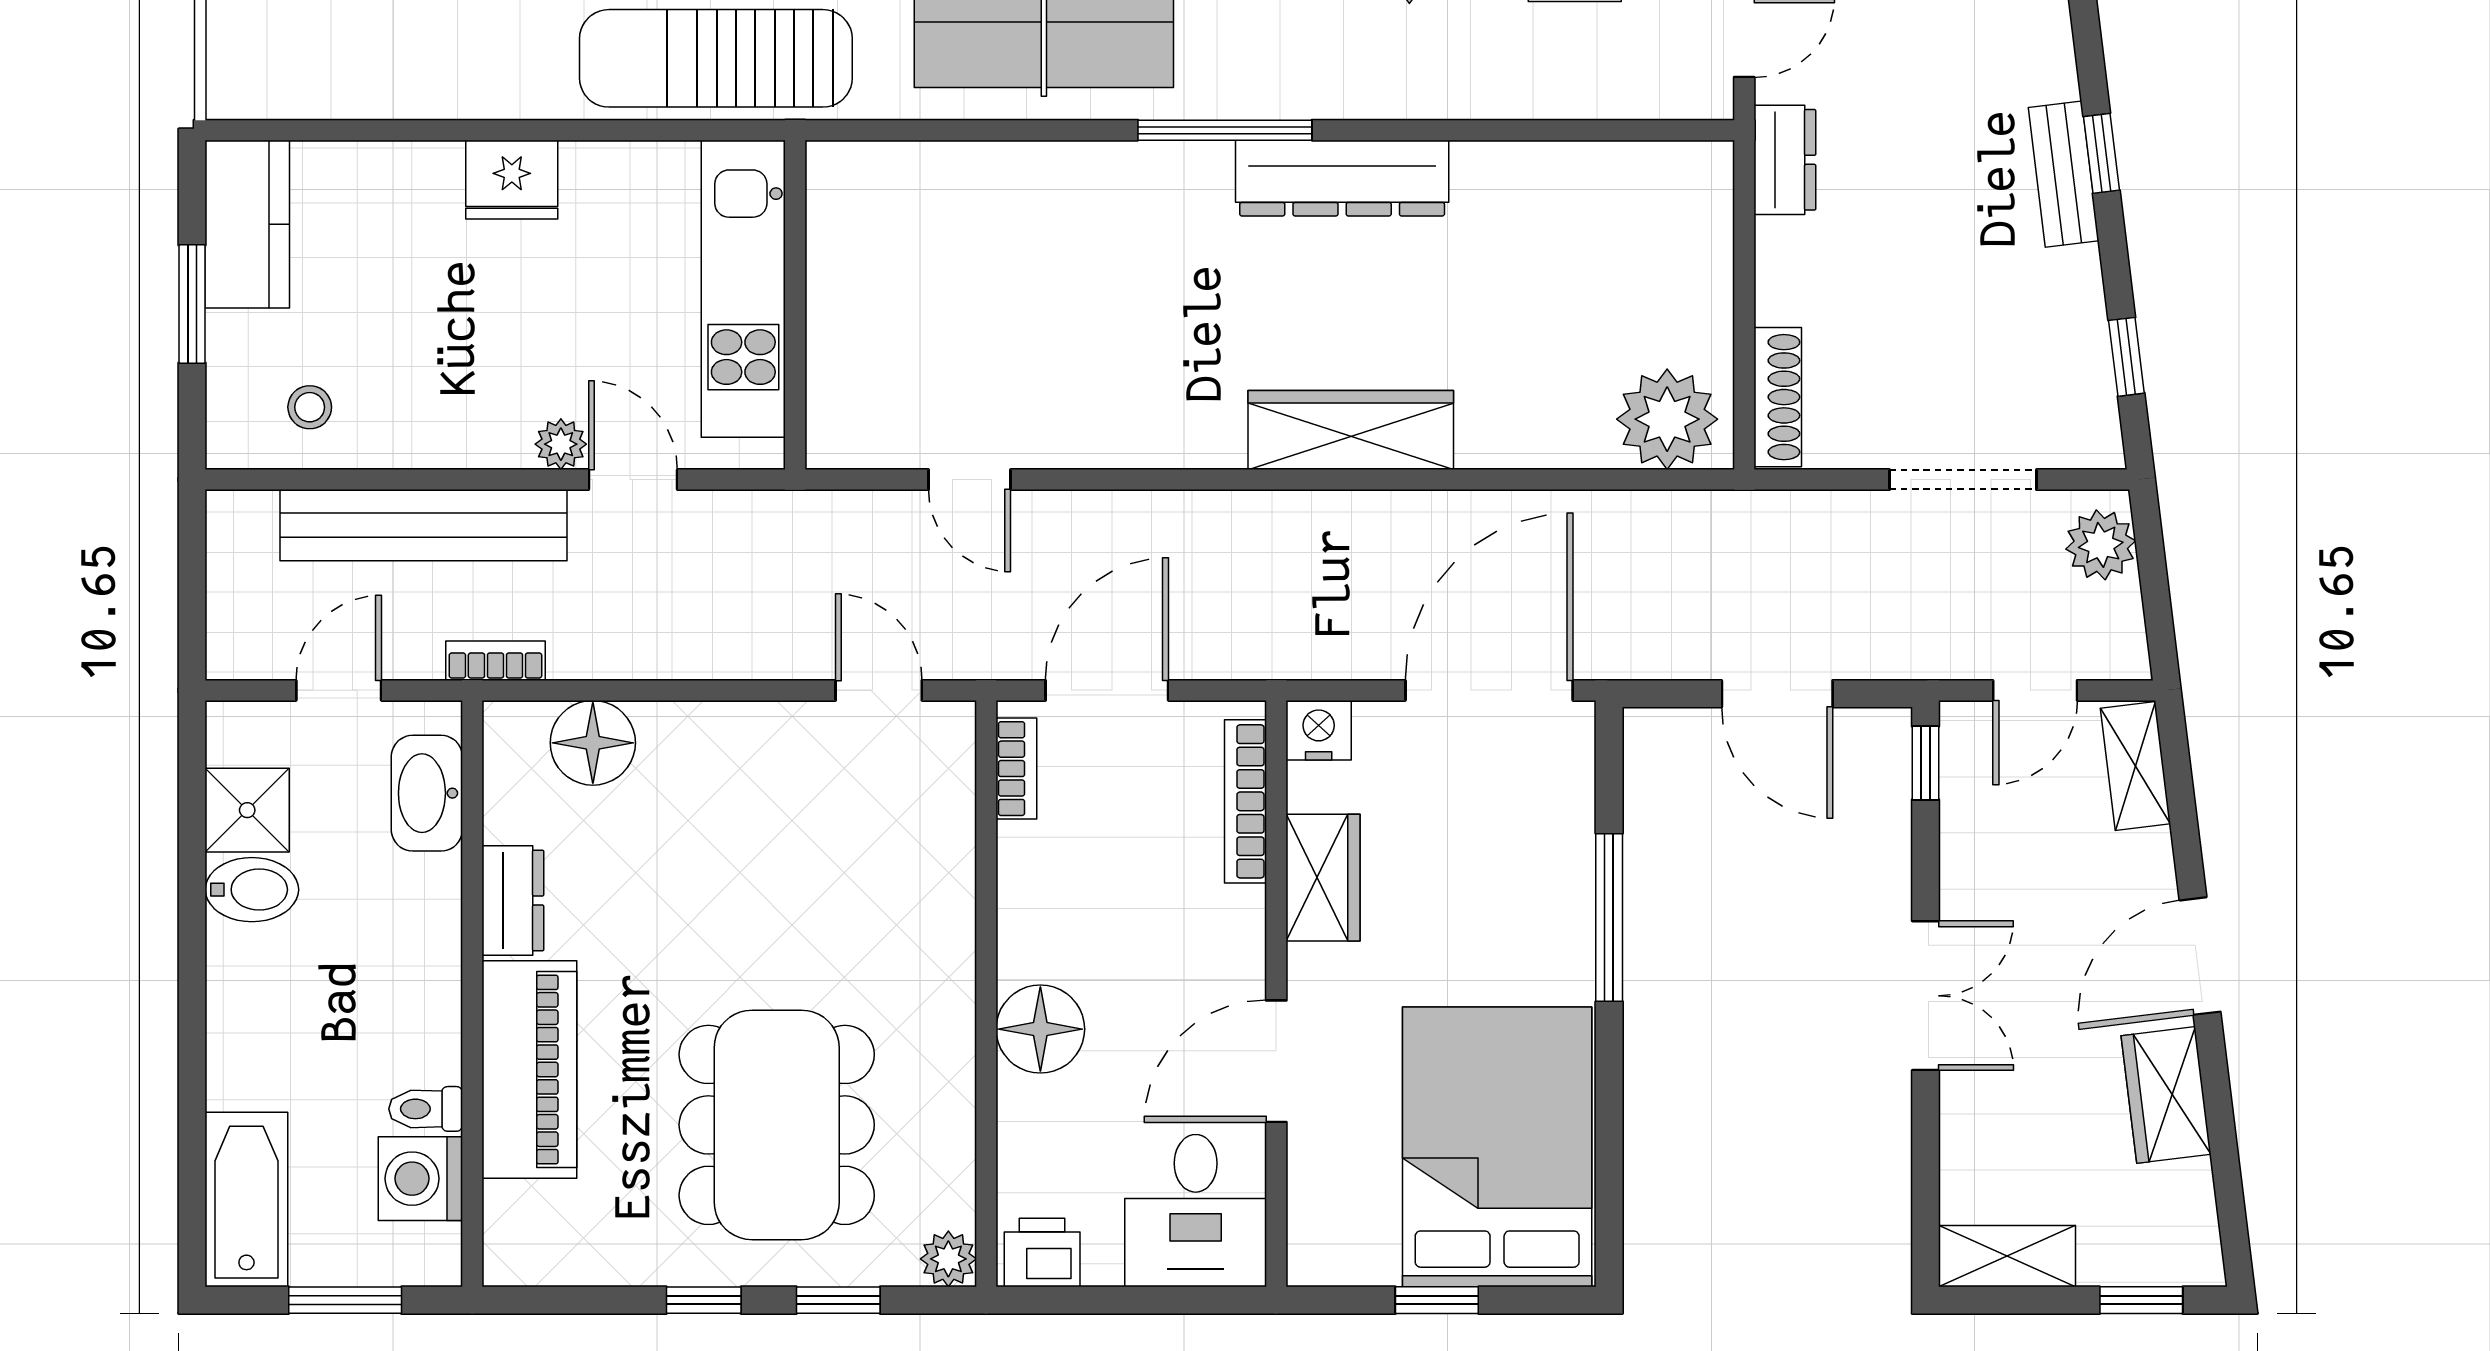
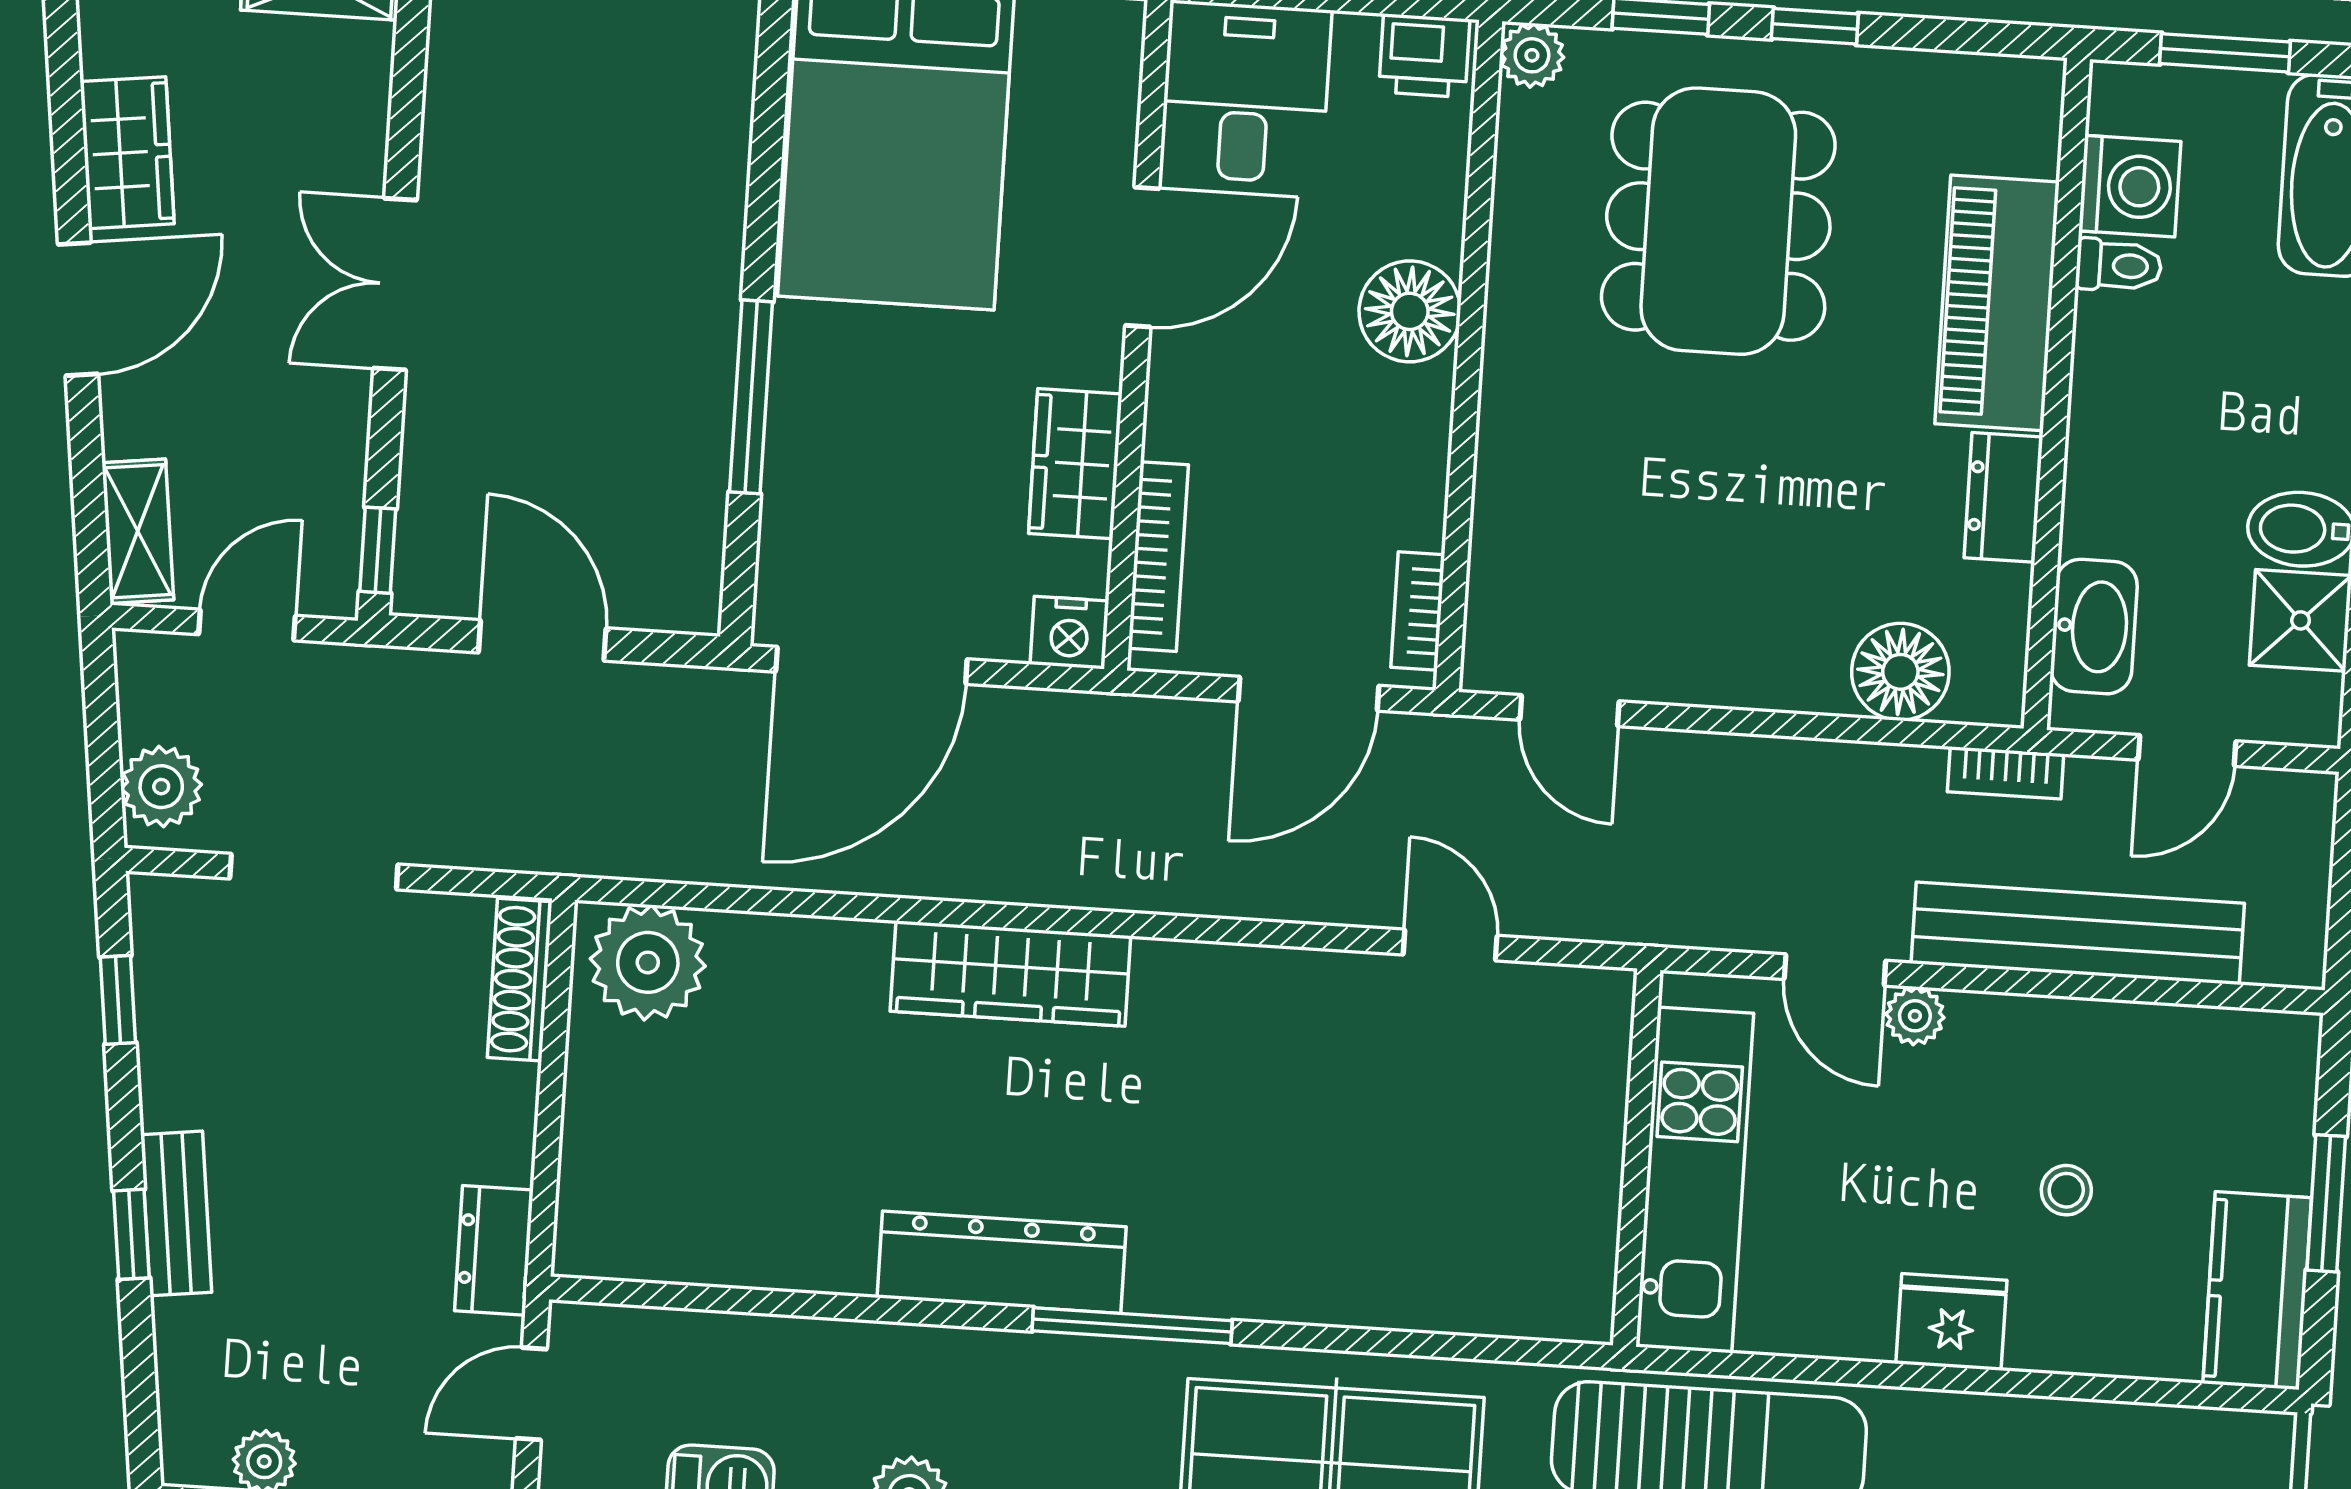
stool: (310, 407) -> (2066, 1190), moved

